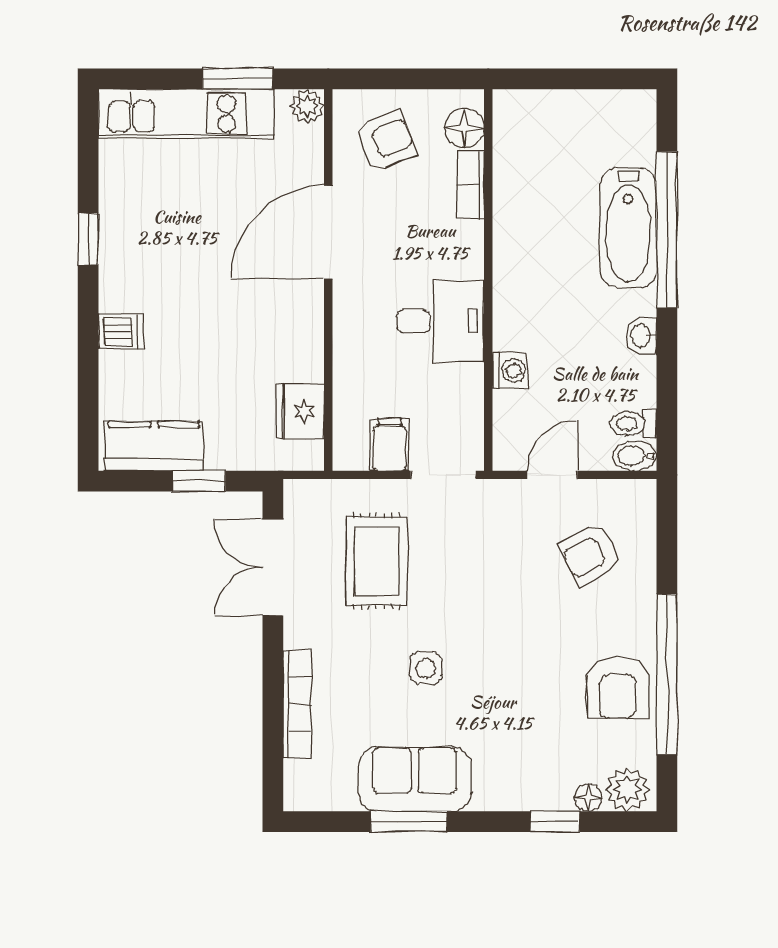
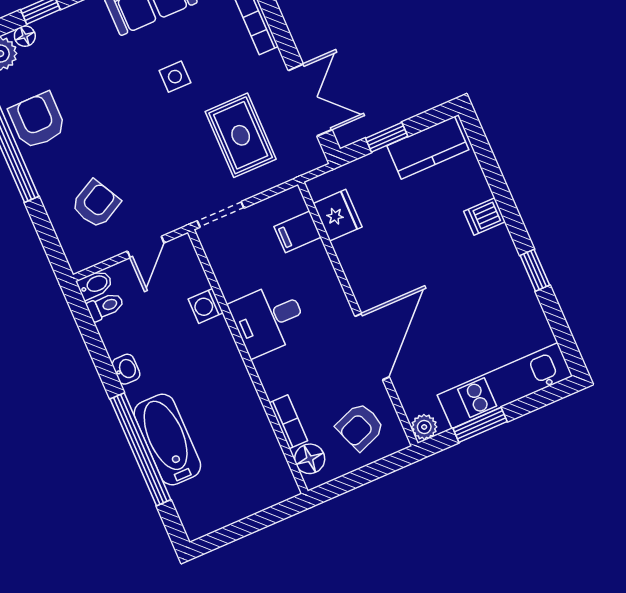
filing cabinet: (390, 445) -> (298, 232), moved, turned 90

